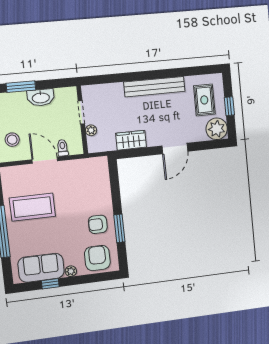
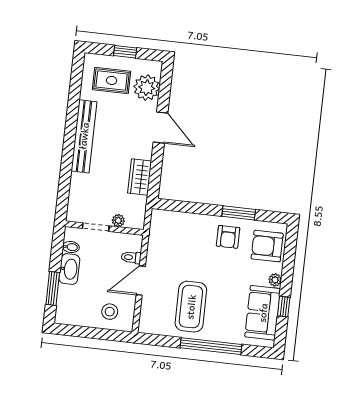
bidet: (60, 95) -> (71, 247), added
plant: (217, 129) -> (147, 88), moved

